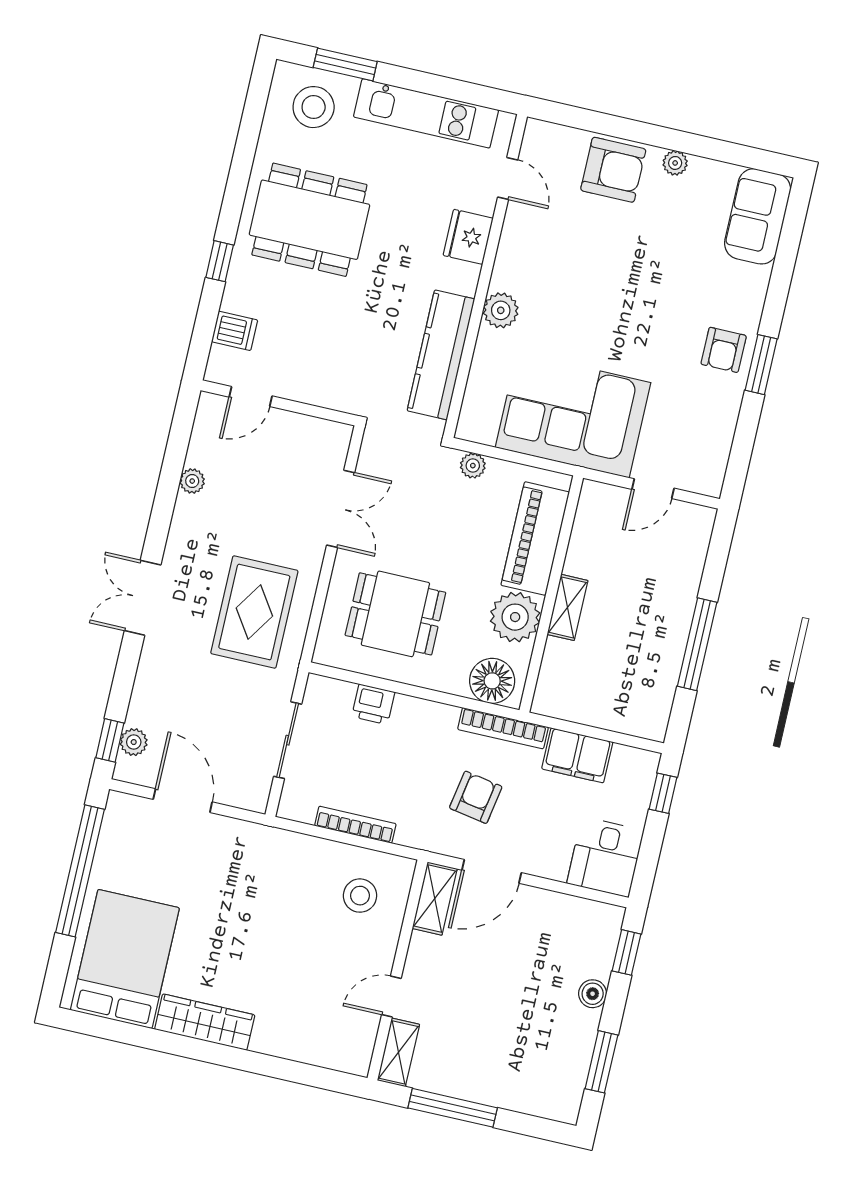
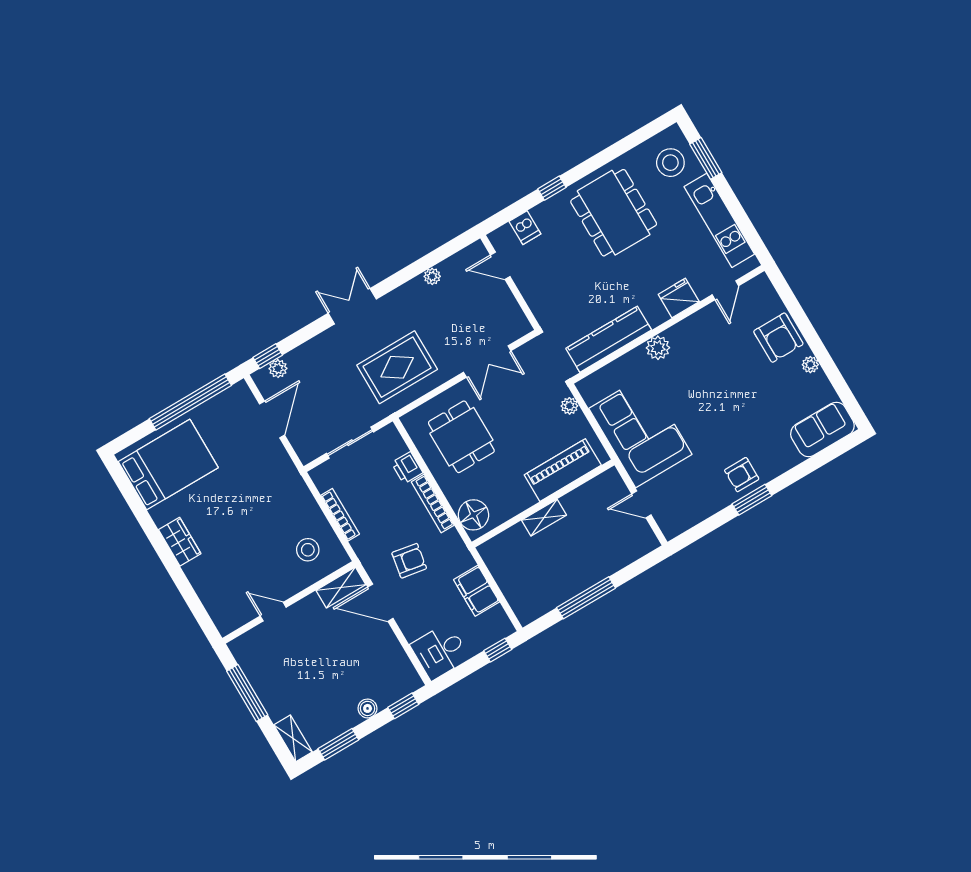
plant: (515, 617) -> (515, 497), removed
bookcase: (503, 728) -> (433, 504), moved
wardrobe: (205, 1022) -> (180, 542), width x0.67
shelving: (398, 1052) -> (293, 738), moved, turned 90

